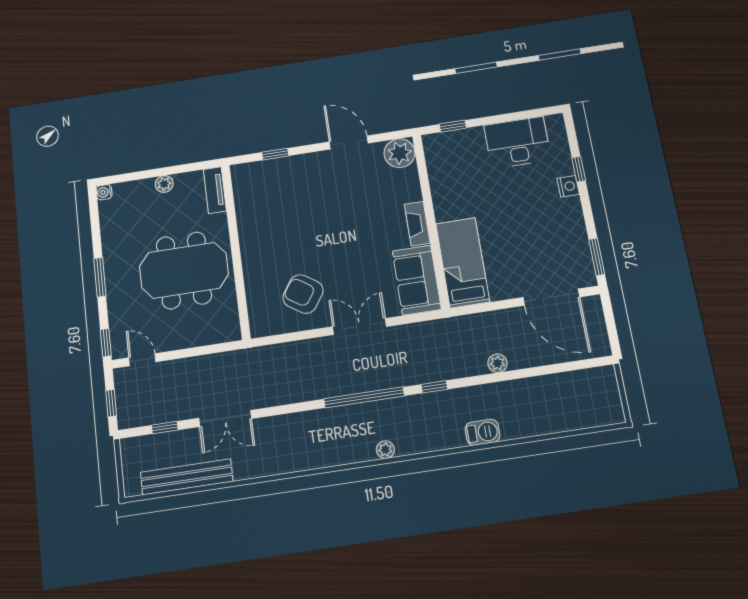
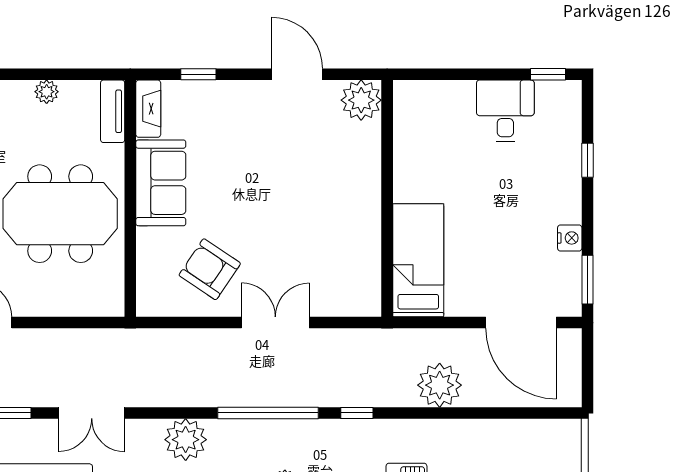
window: (453, 126) -> (548, 74), moved
desk: (517, 142) -> (505, 111), width x0.73
nightstand: (568, 186) -> (570, 238), moved
fireplace: (417, 224) -> (148, 109), moved, turned 180
sofa: (417, 280) -> (161, 183), moved, turned 180
plant: (497, 363) -> (440, 385), width x1.87, depth x1.87
plant: (302, 428) -> (186, 440), added

